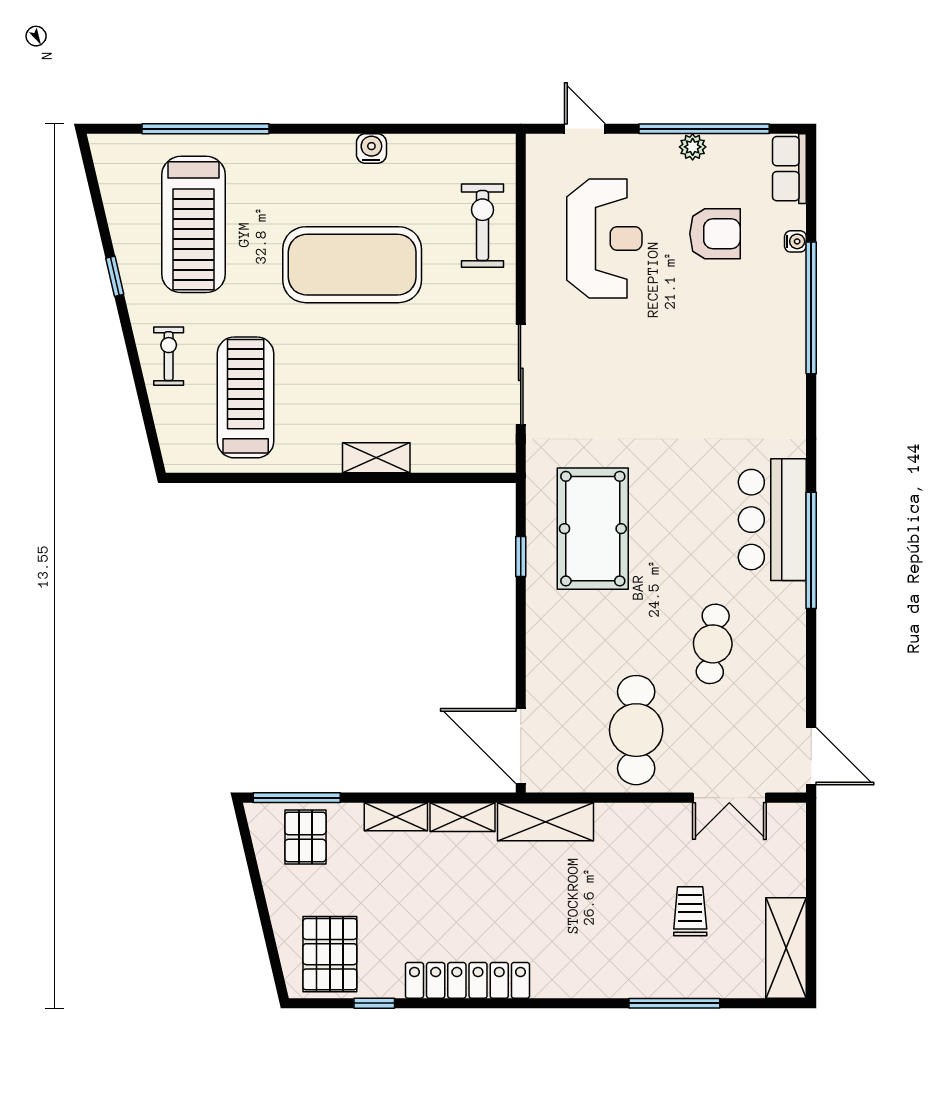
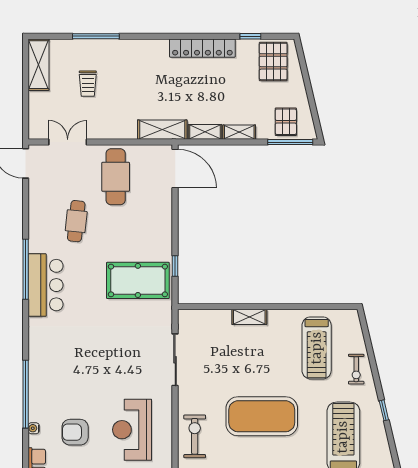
exercise bike: (483, 226) -> (195, 436), turned 180
pool table: (593, 529) -> (138, 280), turned 90

